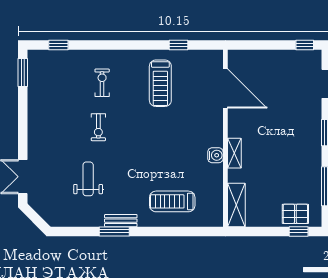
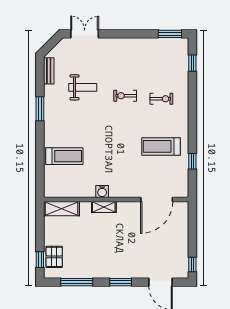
treadmill: (172, 201) -> (64, 156), turned 90
bench: (121, 221) -> (49, 71), moved

